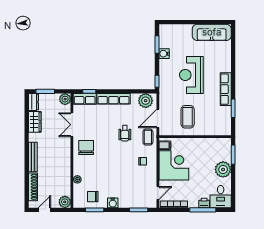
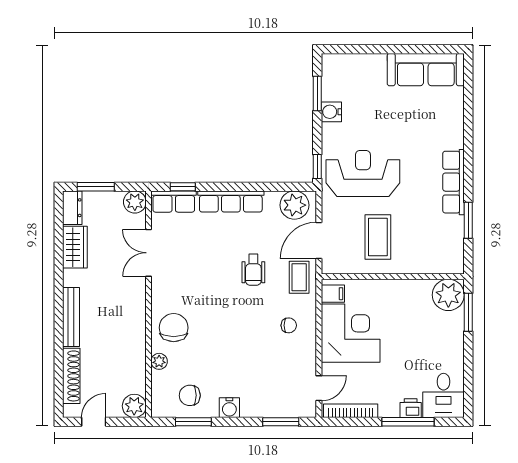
reception desk: (191, 75) -> (363, 174), moved, turned 90
chair: (86, 147) -> (174, 328), moved
plant: (223, 169) -> (448, 295), moved

